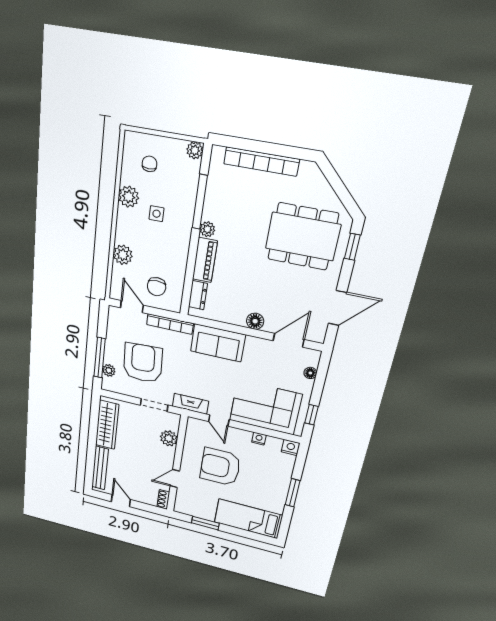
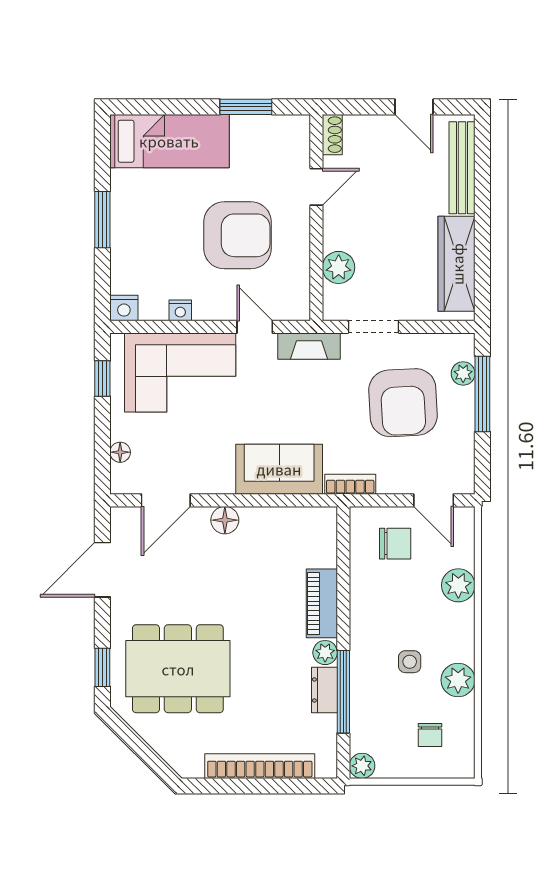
chair: (157, 287) -> (395, 544), turned 90
dresser: (198, 295) -> (324, 690), moved
bookcase: (170, 324) -> (350, 484), width x0.64

